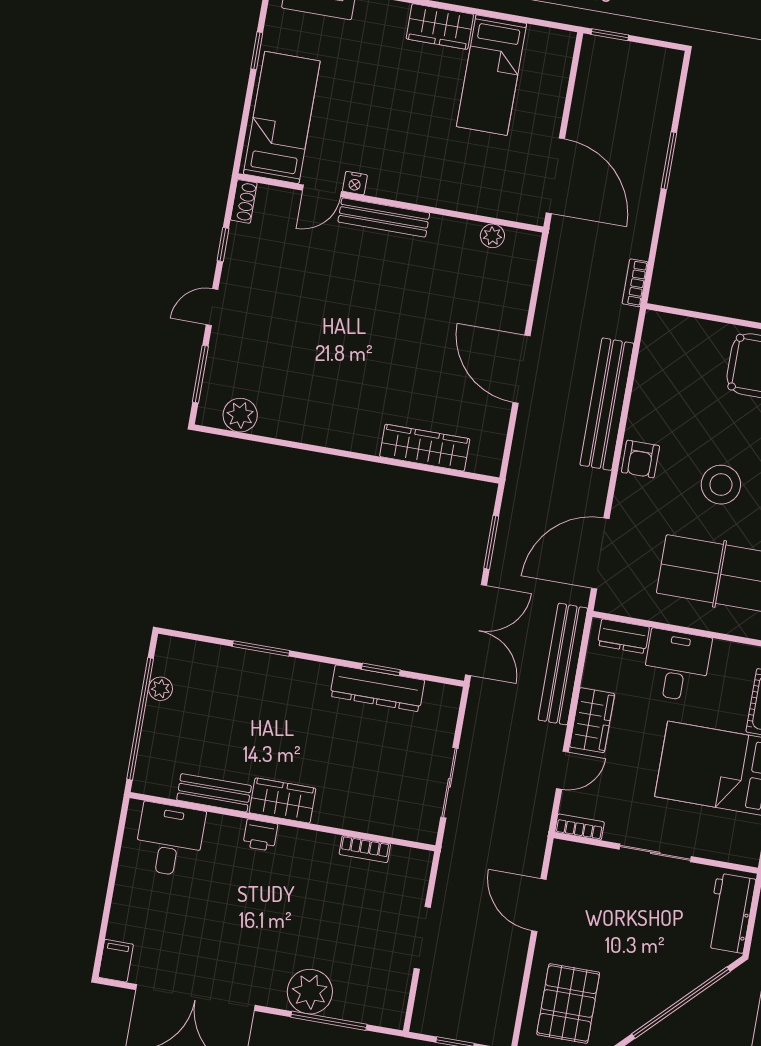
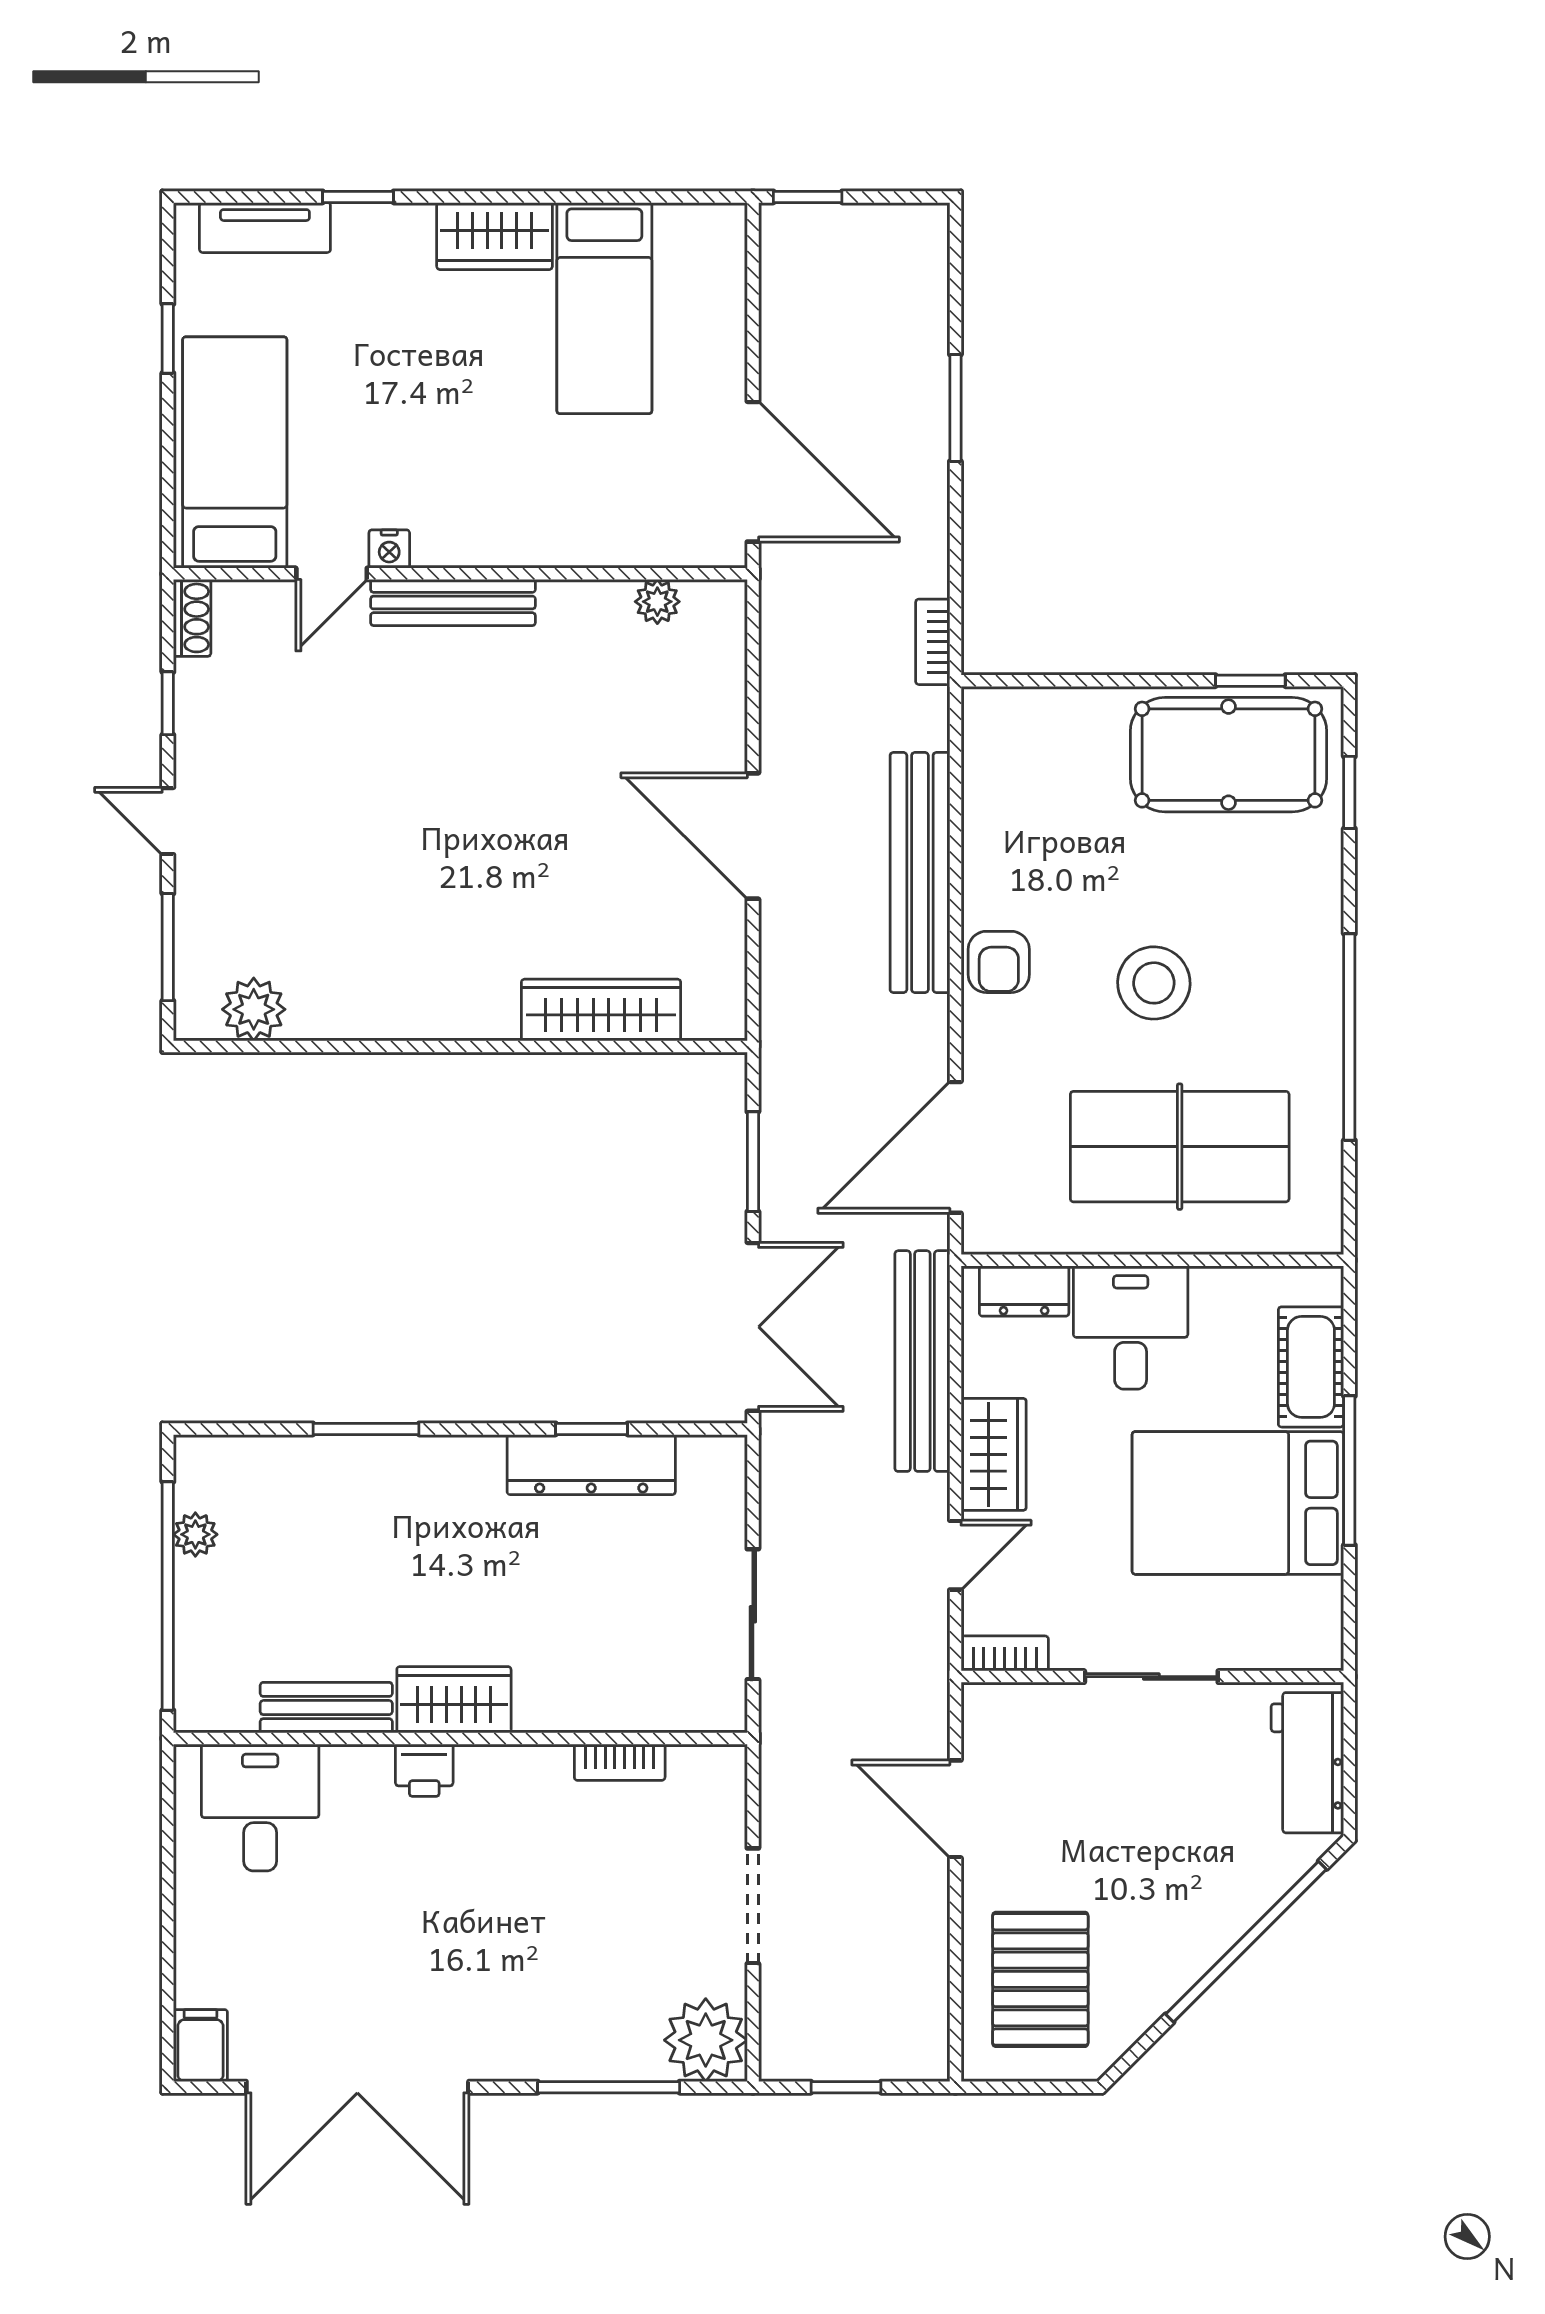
door: (212, 307) -> (168, 821), hinge flipped
plant: (310, 992) -> (706, 2040), moved

